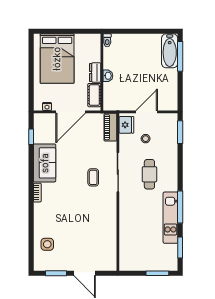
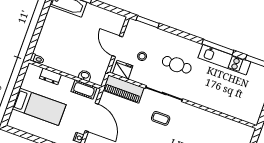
bed: (57, 59) -> (39, 107), width x0.67
dresser: (95, 73) -> (50, 76), moved
washbasin: (108, 76) -> (85, 76), moved
piano: (110, 127) -> (124, 89), width x1.37, depth x1.33

